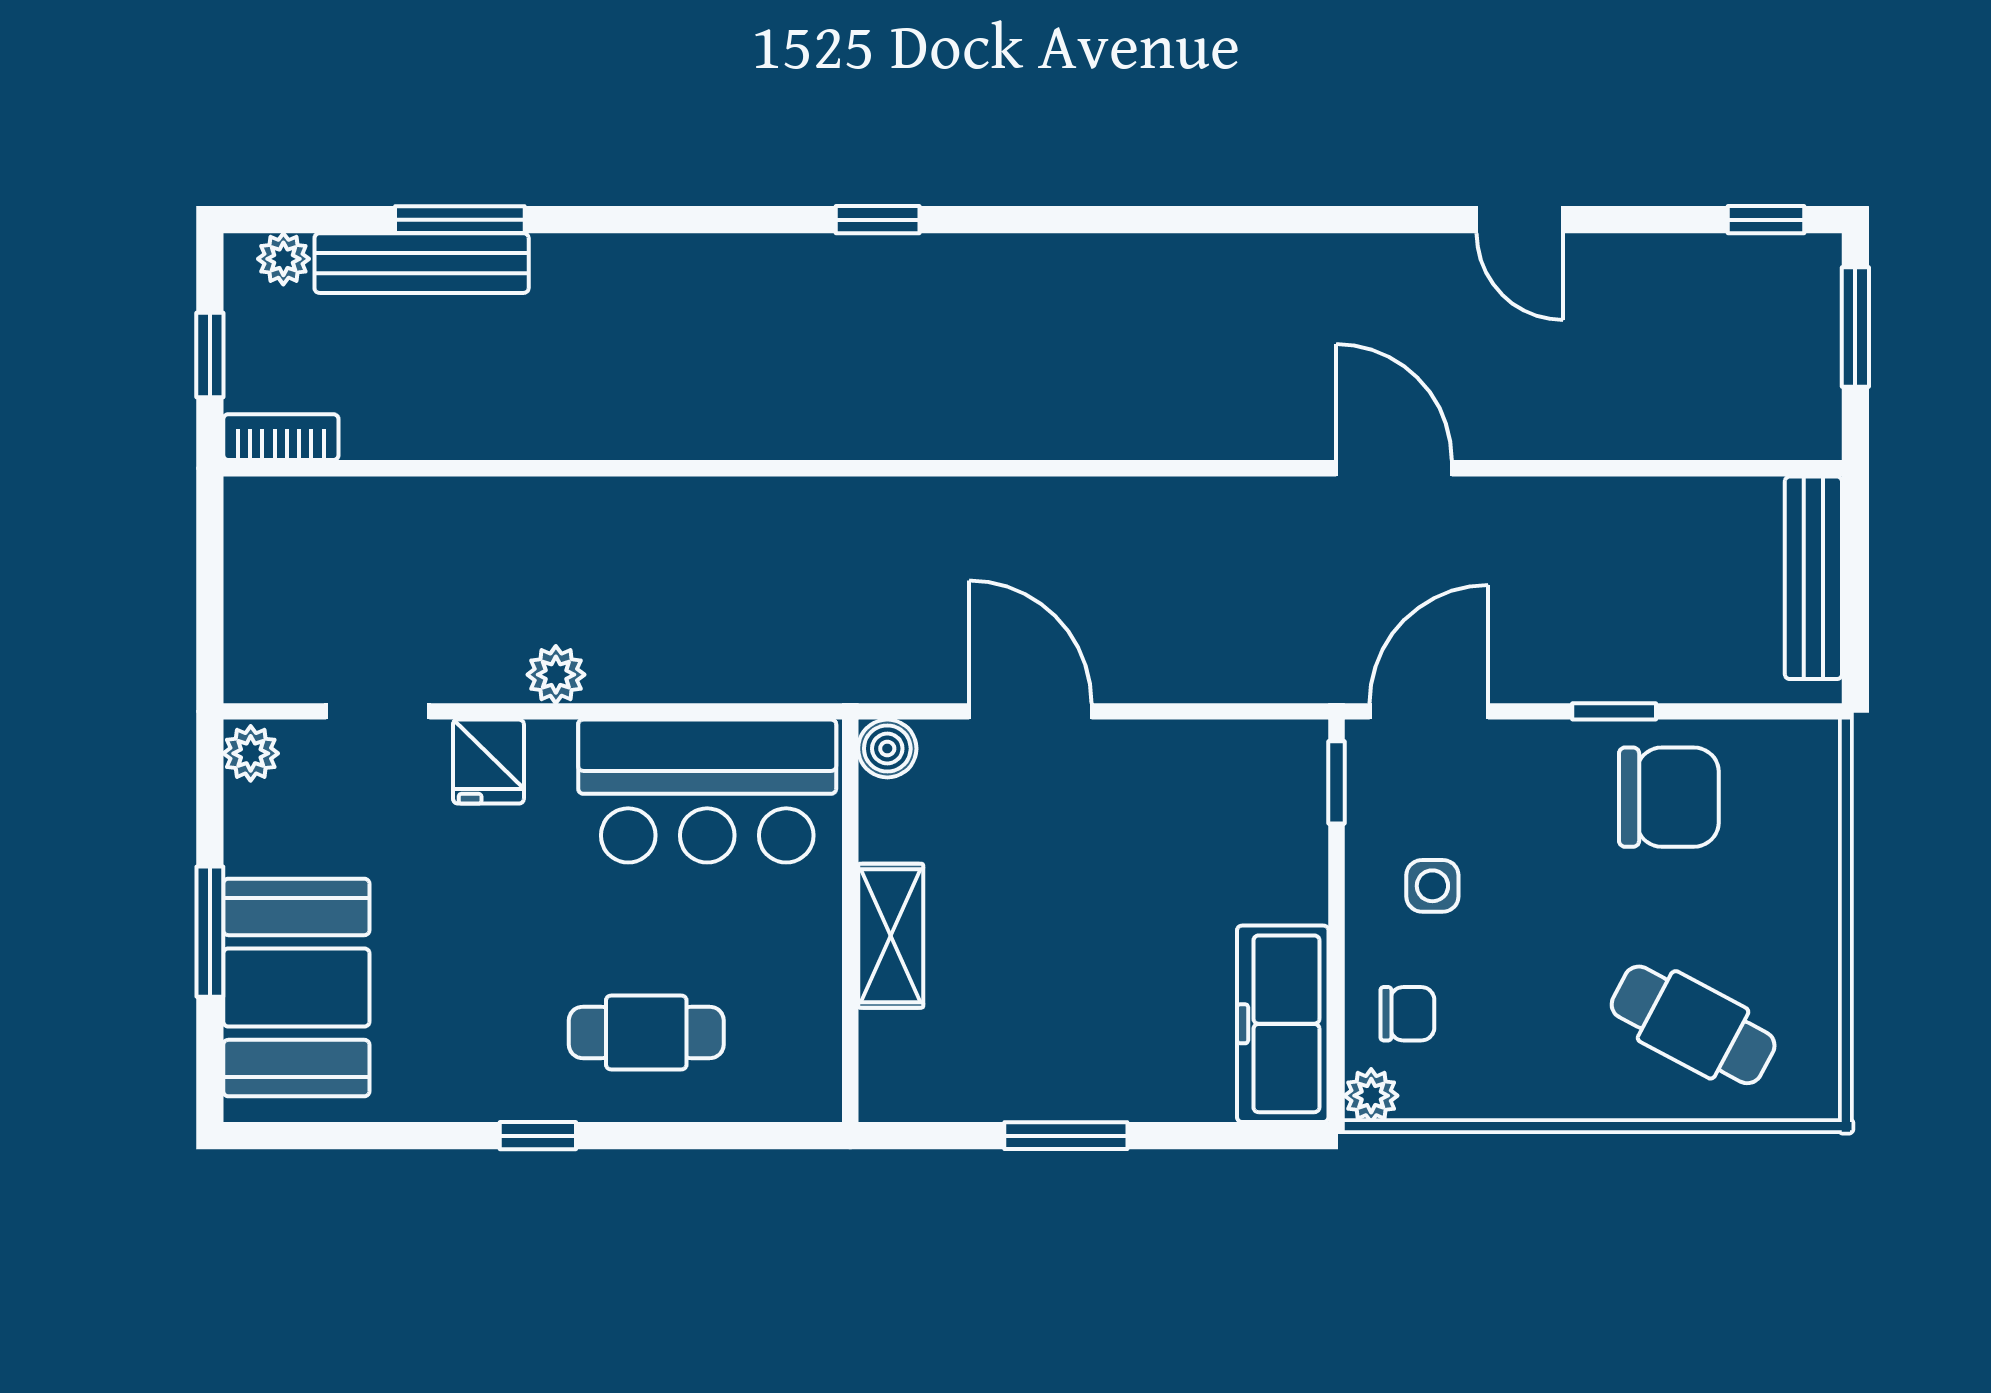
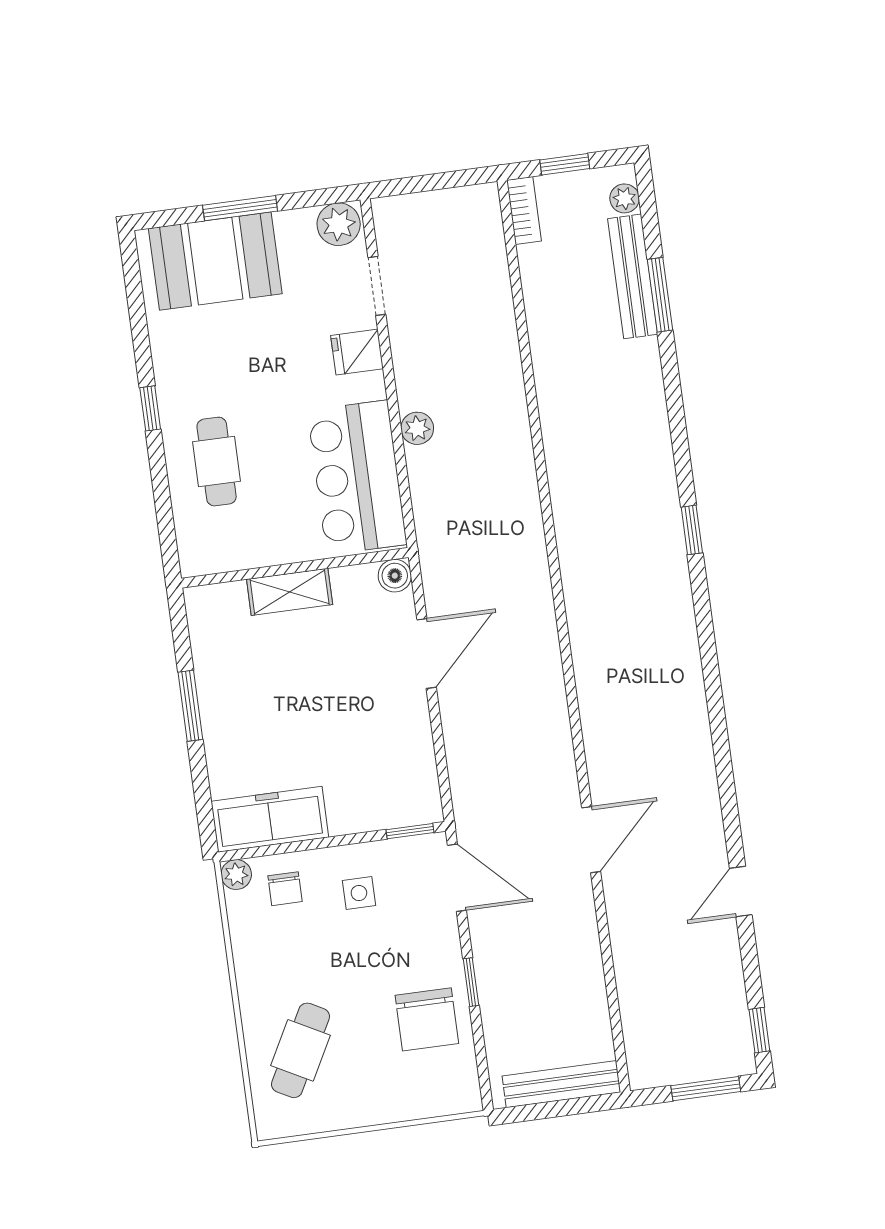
plant: (556, 675) -> (417, 428), moved
plant: (251, 753) -> (339, 224), width x1.38, depth x1.38

